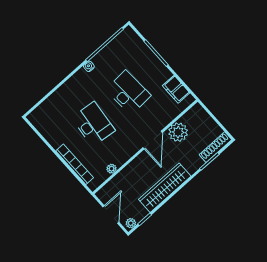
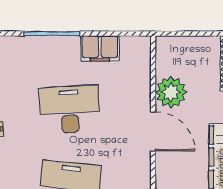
filing cabinet: (176, 89) -> (100, 49), moved

